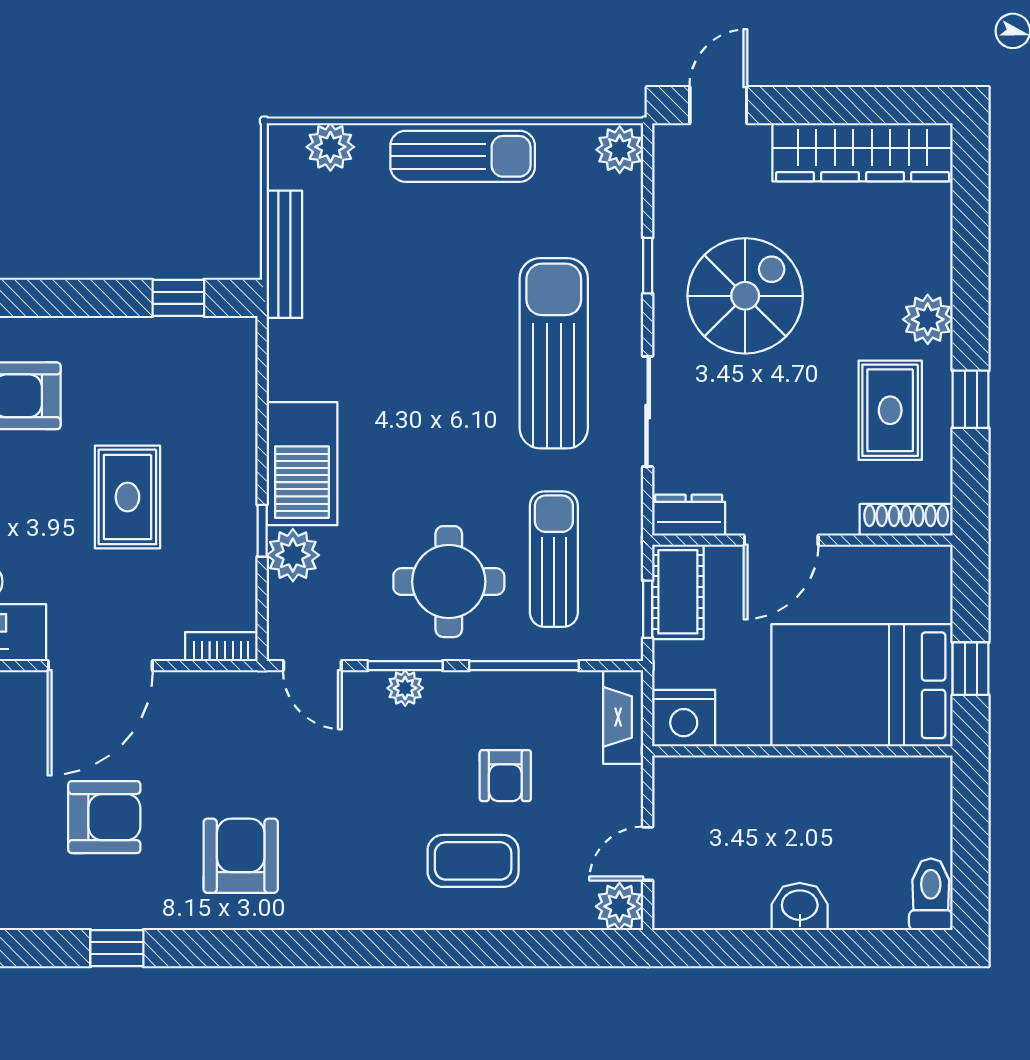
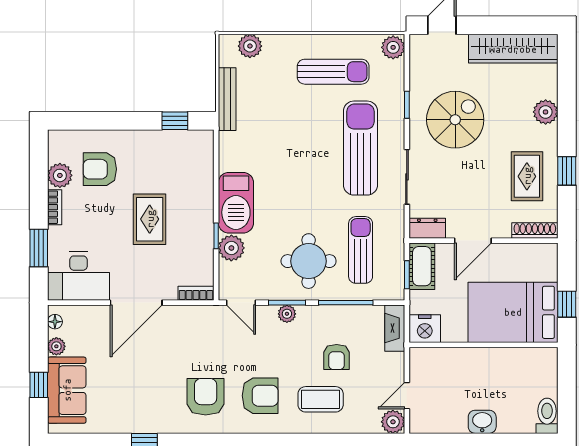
sun lounger: (463, 156) -> (333, 72), moved
plant: (928, 319) -> (546, 112), moved
armchair: (104, 817) -> (260, 396), moved

